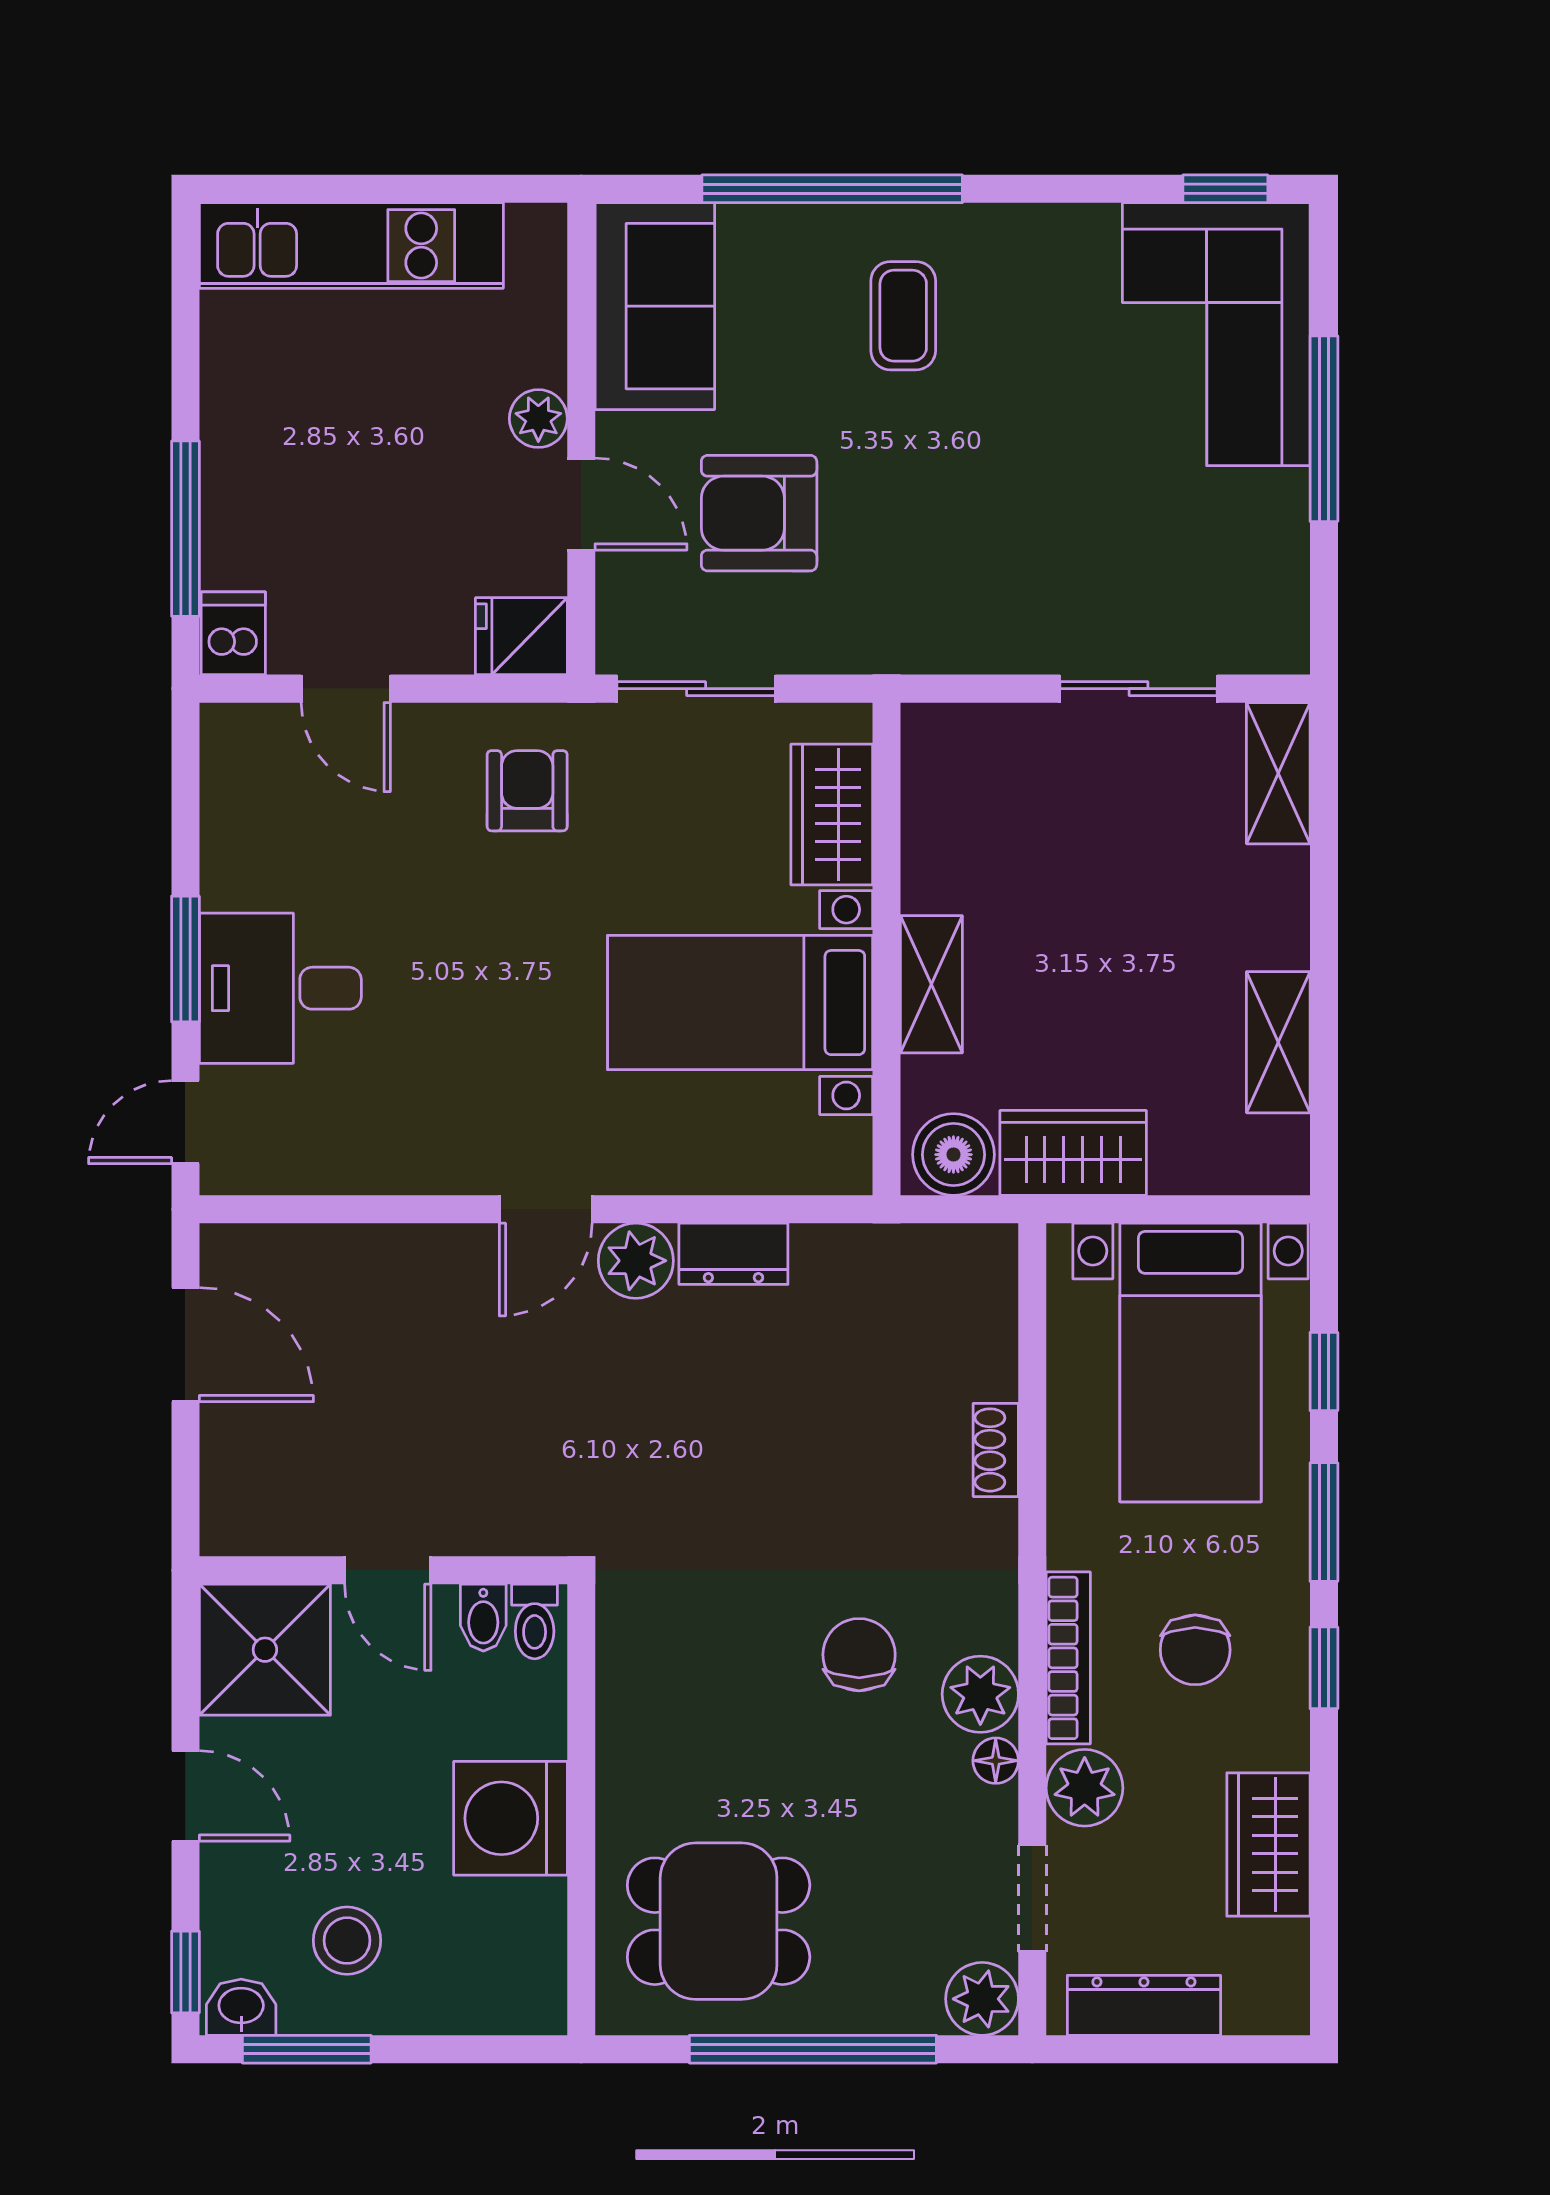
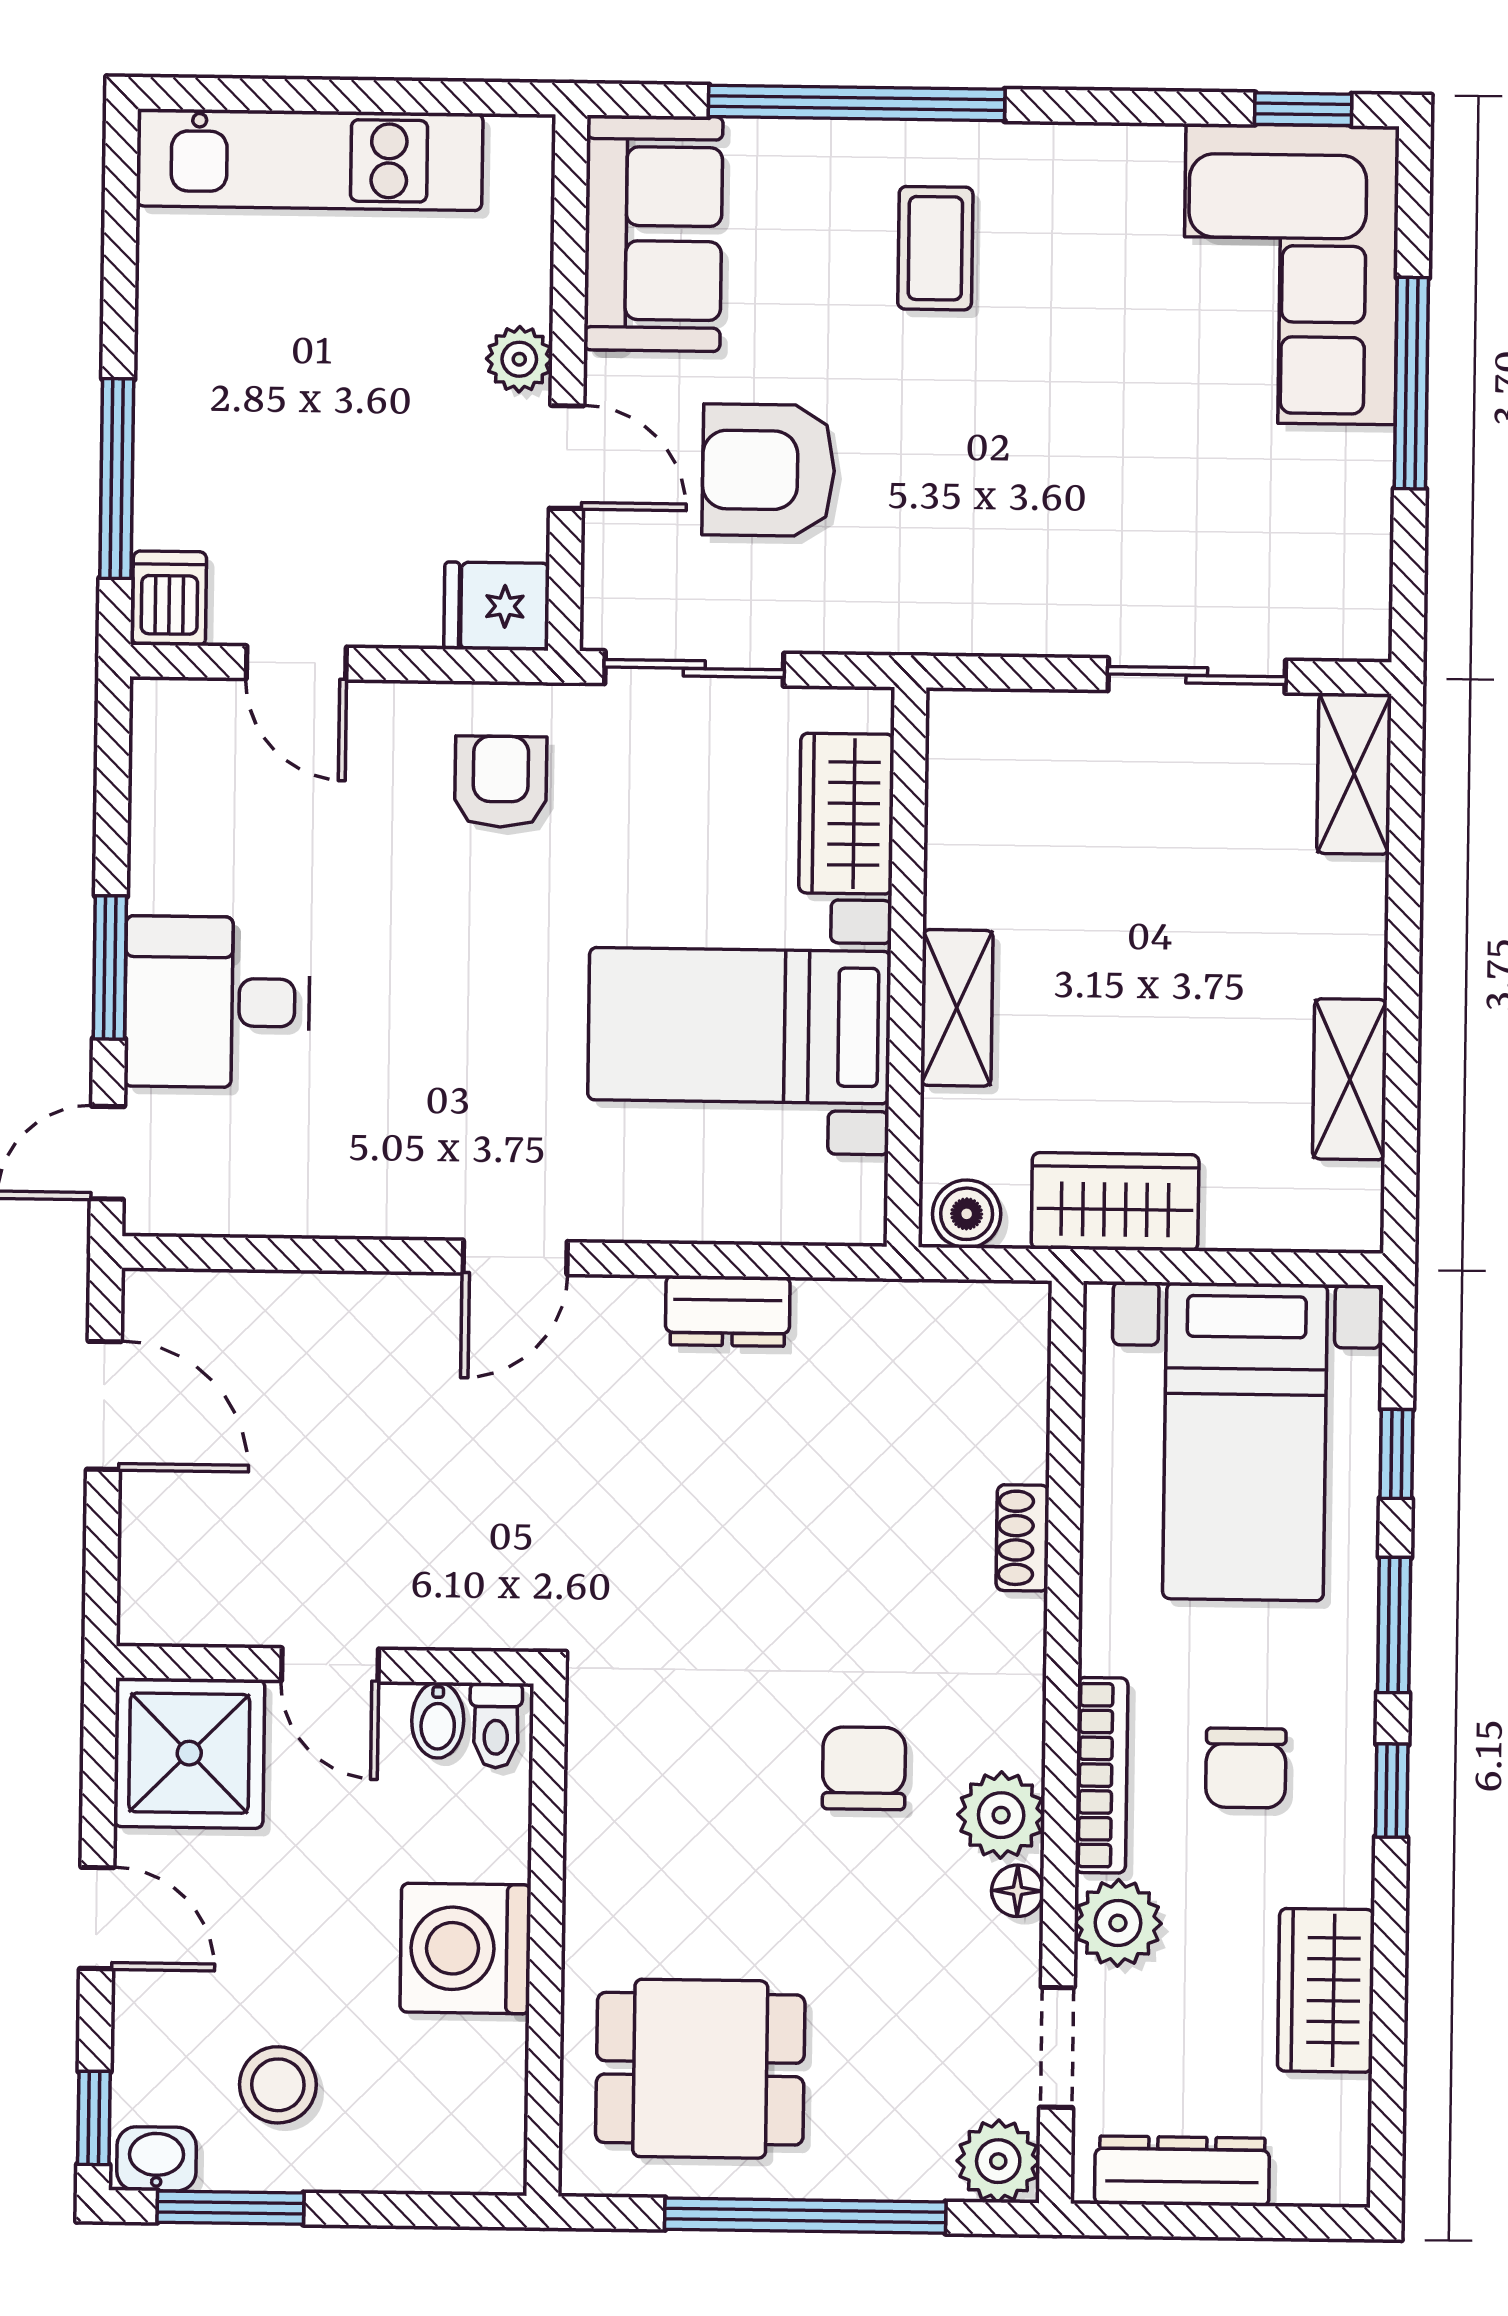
boiler: (953, 1155) -> (967, 1214), width x0.73, depth x0.73
plant: (636, 1261) -> (617, 1317), removed

